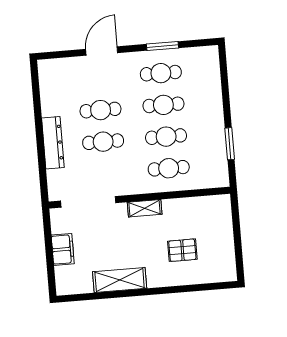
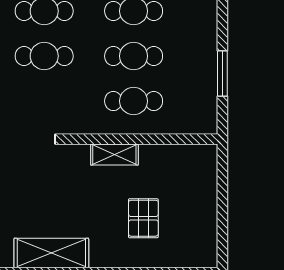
shelving: (145, 208) -> (114, 155), moved
pallet: (182, 250) -> (143, 218), turned 90

